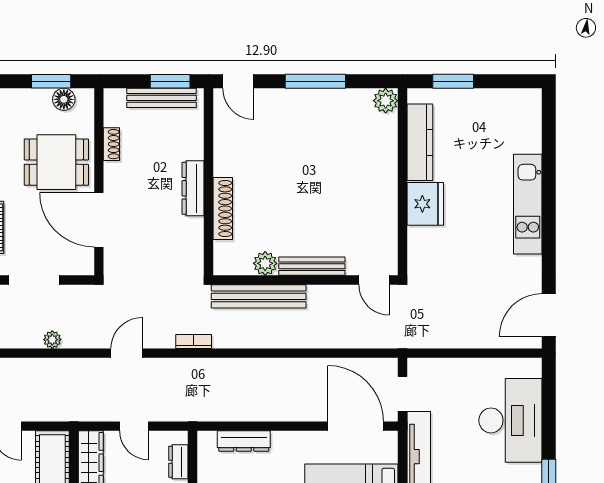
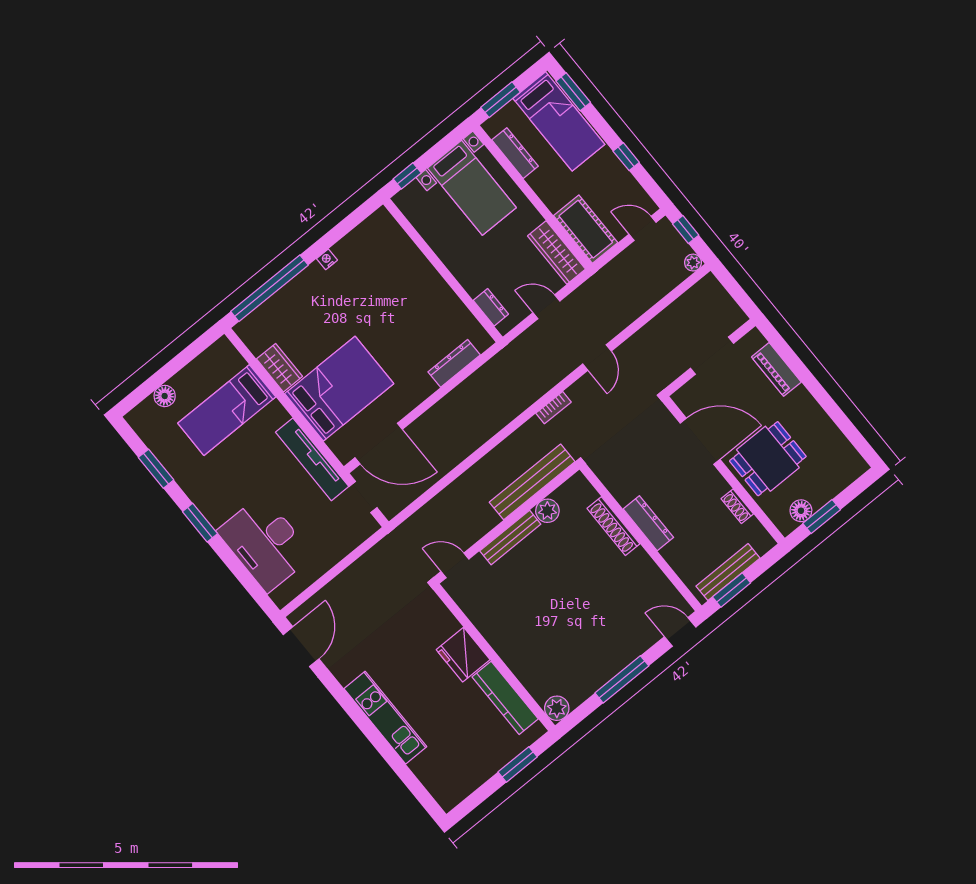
plant: (52, 340) -> (661, 322), removed

